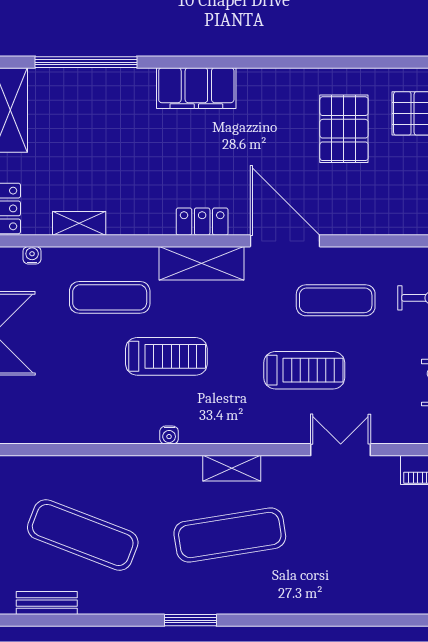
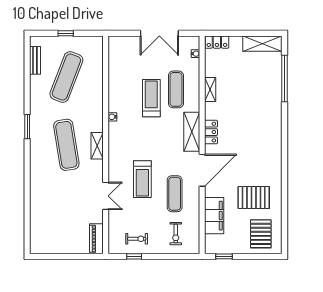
filing cabinet: (196, 88) -> (214, 216), moved, turned 180
shelving: (79, 223) -> (210, 89), moved
treadmill: (166, 356) -> (151, 98), moved, turned 180

